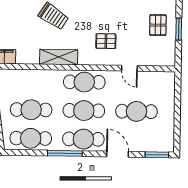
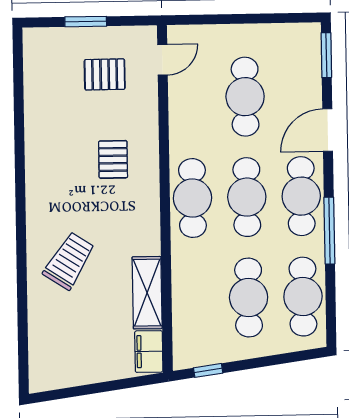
pallet: (158, 25) -> (105, 74), moved
shelving: (59, 57) -> (147, 293), moved
door: (129, 68) -> (162, 60), moved

